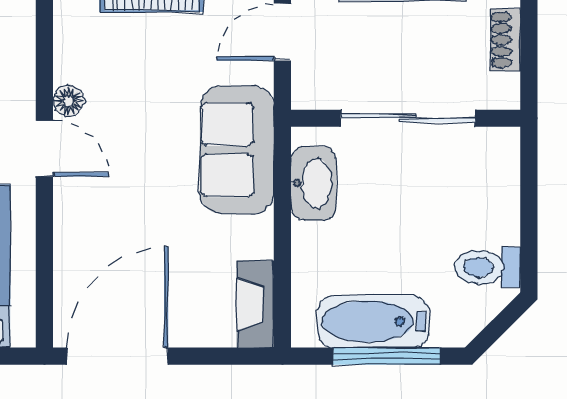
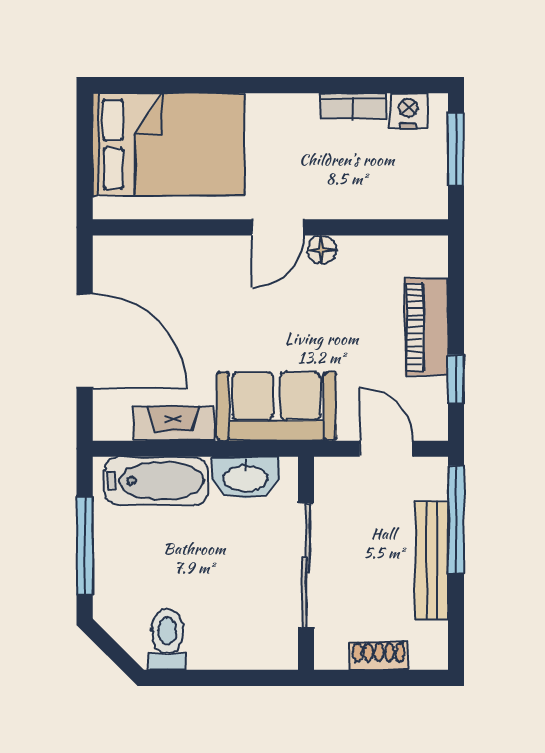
fireplace: (255, 304) -> (173, 423), moved
bathtub: (373, 322) -> (156, 481), moved, turned 90
door: (117, 356) -> (85, 341), moved

